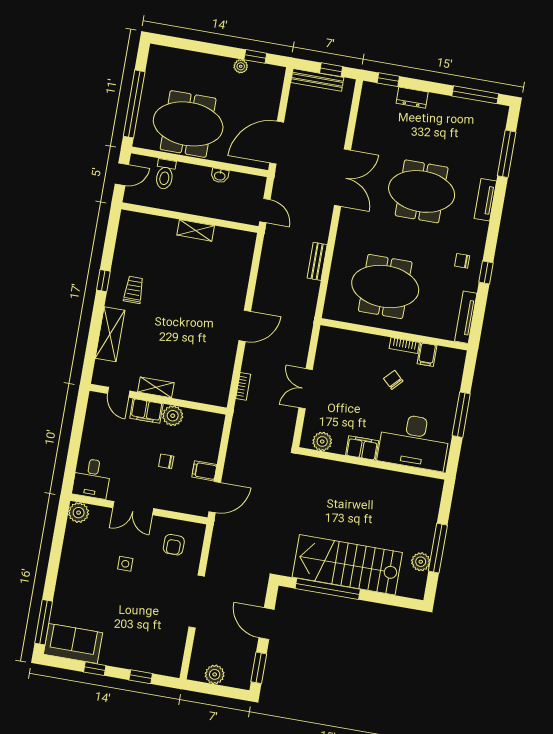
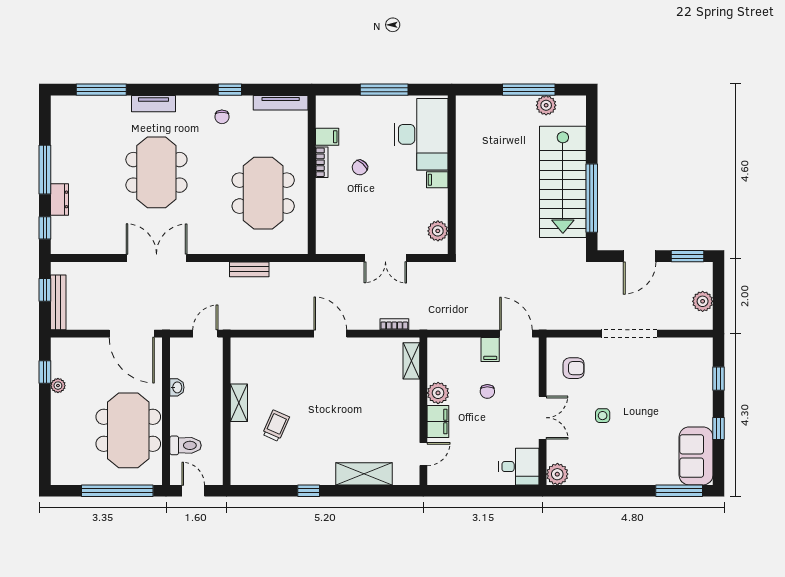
window: (475, 95) -> (45, 170), moved
trolley: (134, 290) -> (276, 426), moved, turned 114
shelving: (156, 387) -> (411, 361), moved
filing cabinet: (362, 448) -> (437, 180), width x0.50

